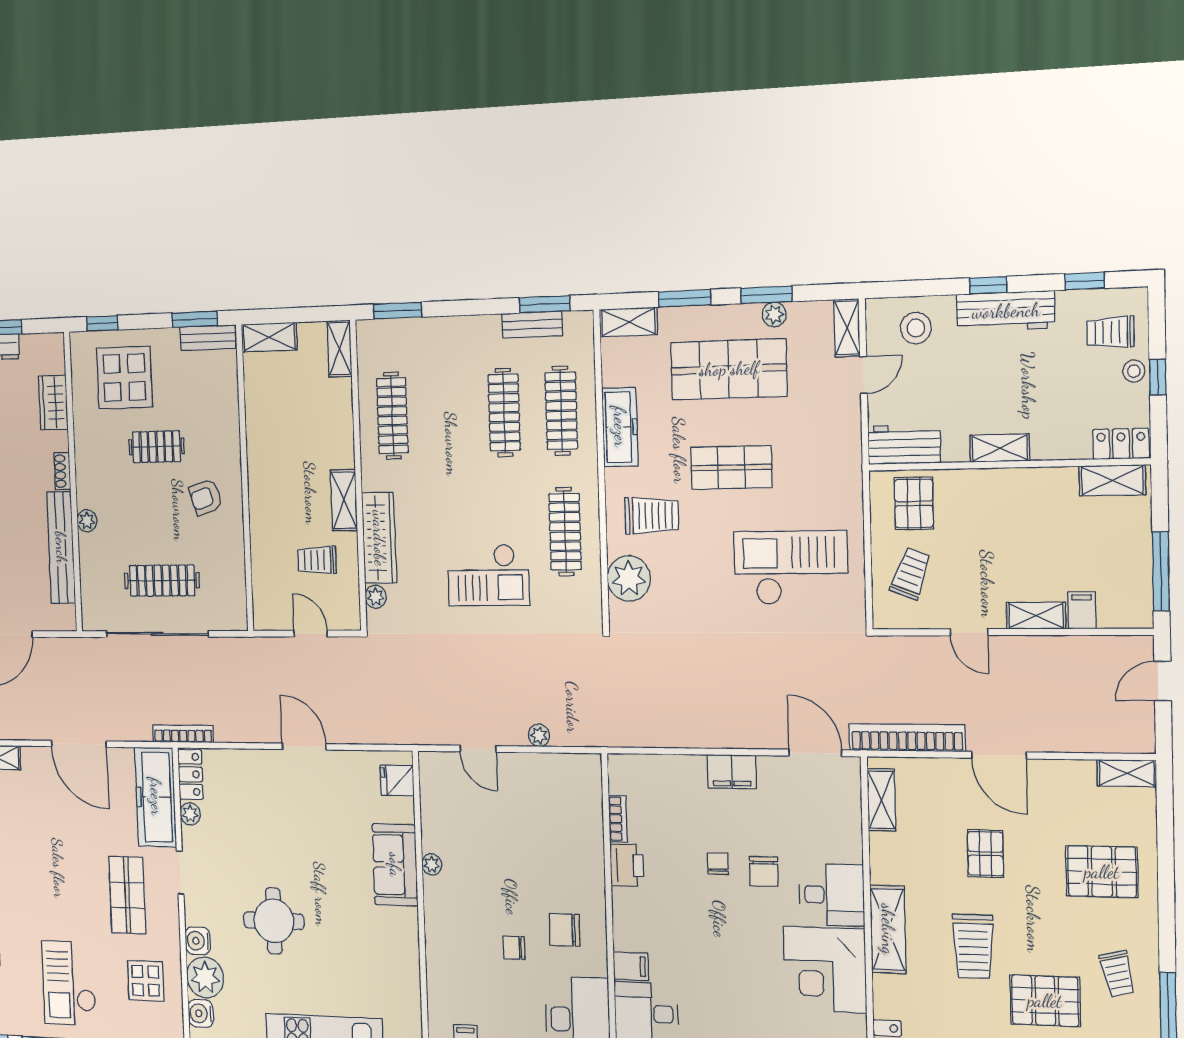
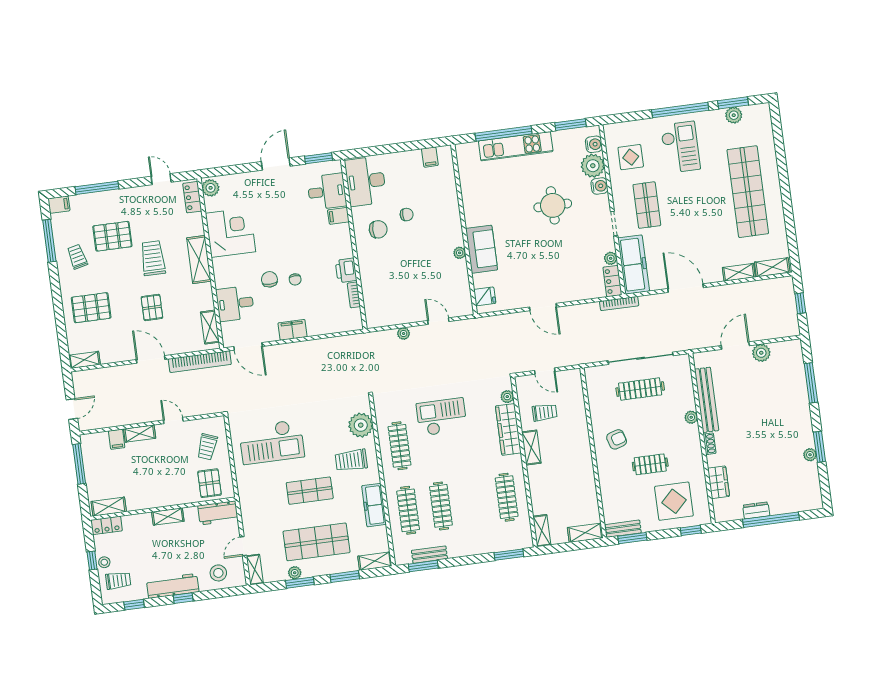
desk: (832, 895) -> (235, 304), moved

